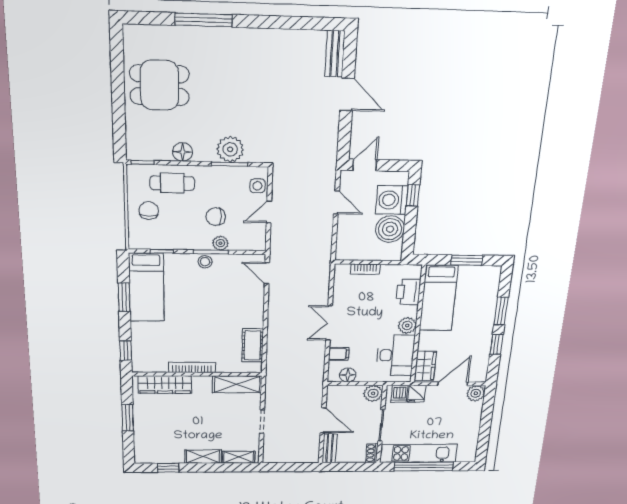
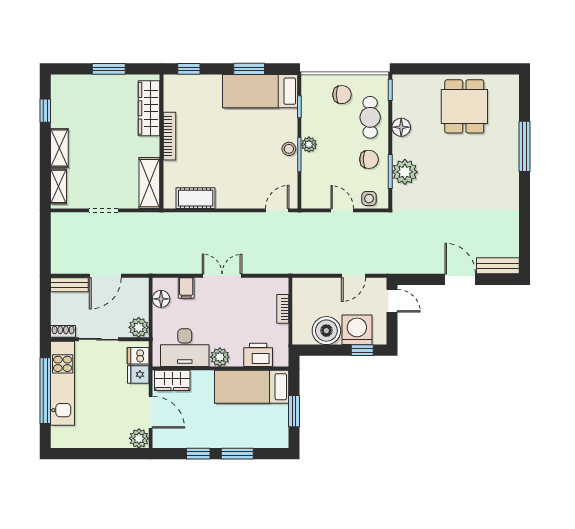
door: (347, 94) -> (460, 279), swing flipped
chair: (216, 217) -> (369, 159), moved, turned 90
plant: (220, 243) -> (309, 144), moved

